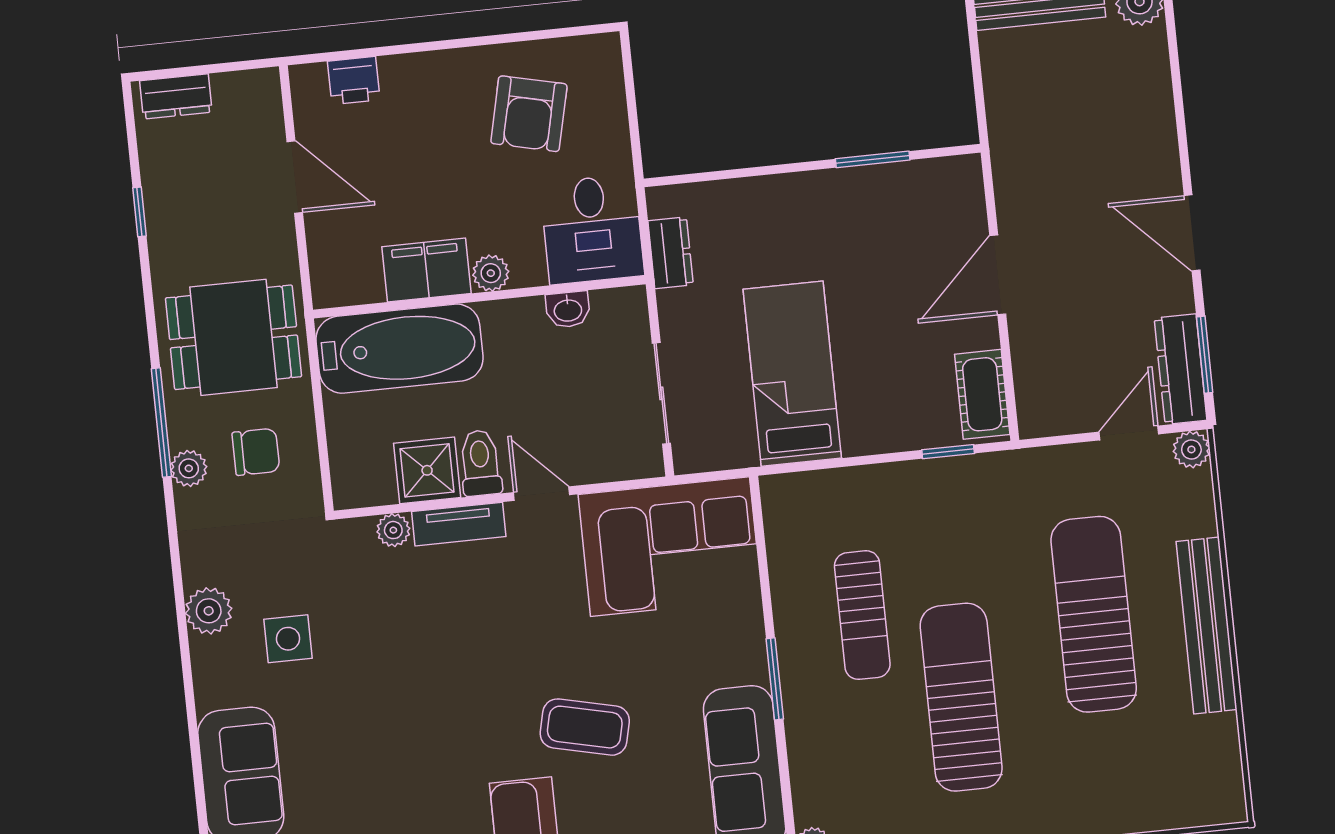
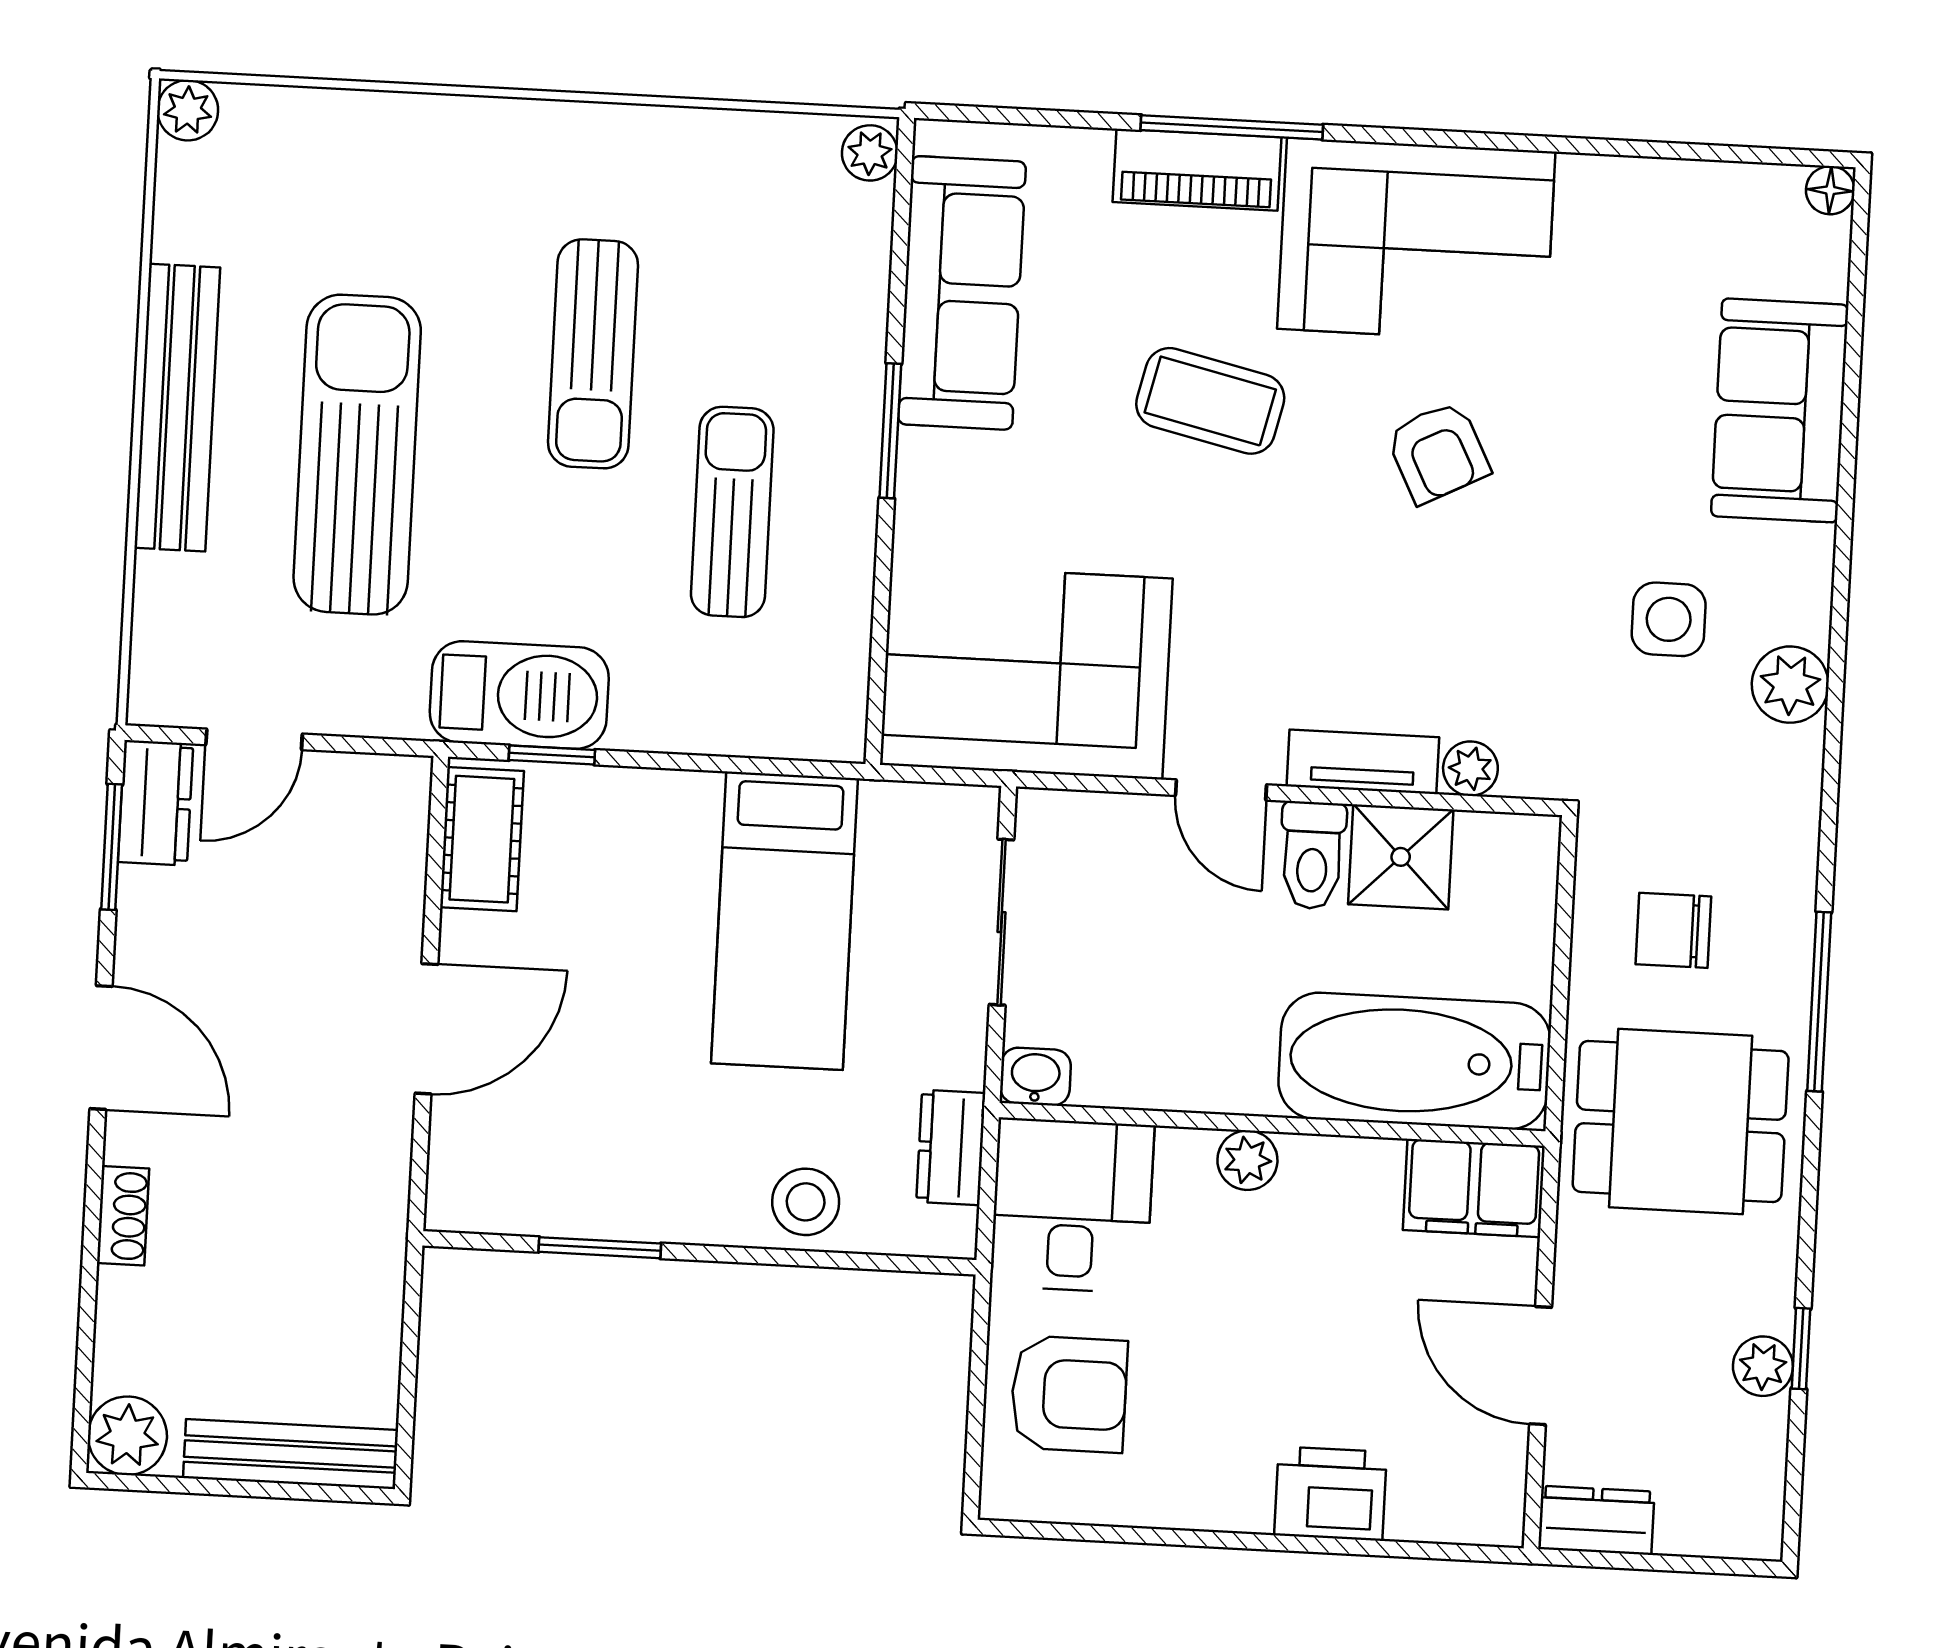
printer: (354, 81) -> (1330, 1494), moved, width x1.36, depth x1.24
dresser: (176, 96) -> (1596, 1520), moved
armchair: (529, 114) -> (1069, 1394), moved, turned 77
shoe rack: (1163, 134) -> (123, 1216), added
stool: (753, 206) -> (806, 1202), added
filing cabinet: (426, 270) -> (1474, 1188), moved
washbasin: (568, 310) -> (1035, 1077), moved
dresser: (1181, 369) -> (156, 803), width x0.70
plant: (1191, 449) -> (188, 110), moved
plant: (189, 468) -> (1763, 1366), moved
barbecue: (973, 485) -> (519, 695), added
sun lounger: (1094, 614) -> (357, 455), turned 180
sun lounger: (961, 697) -> (593, 354), width x0.73, depth x0.75
armchair: (443, 718) -> (1438, 452), added

